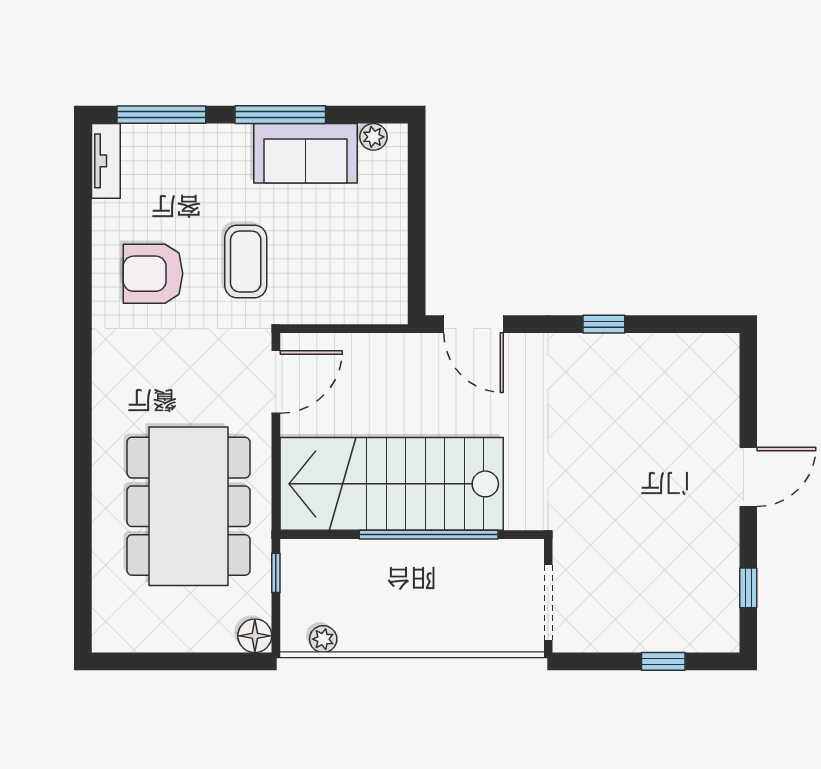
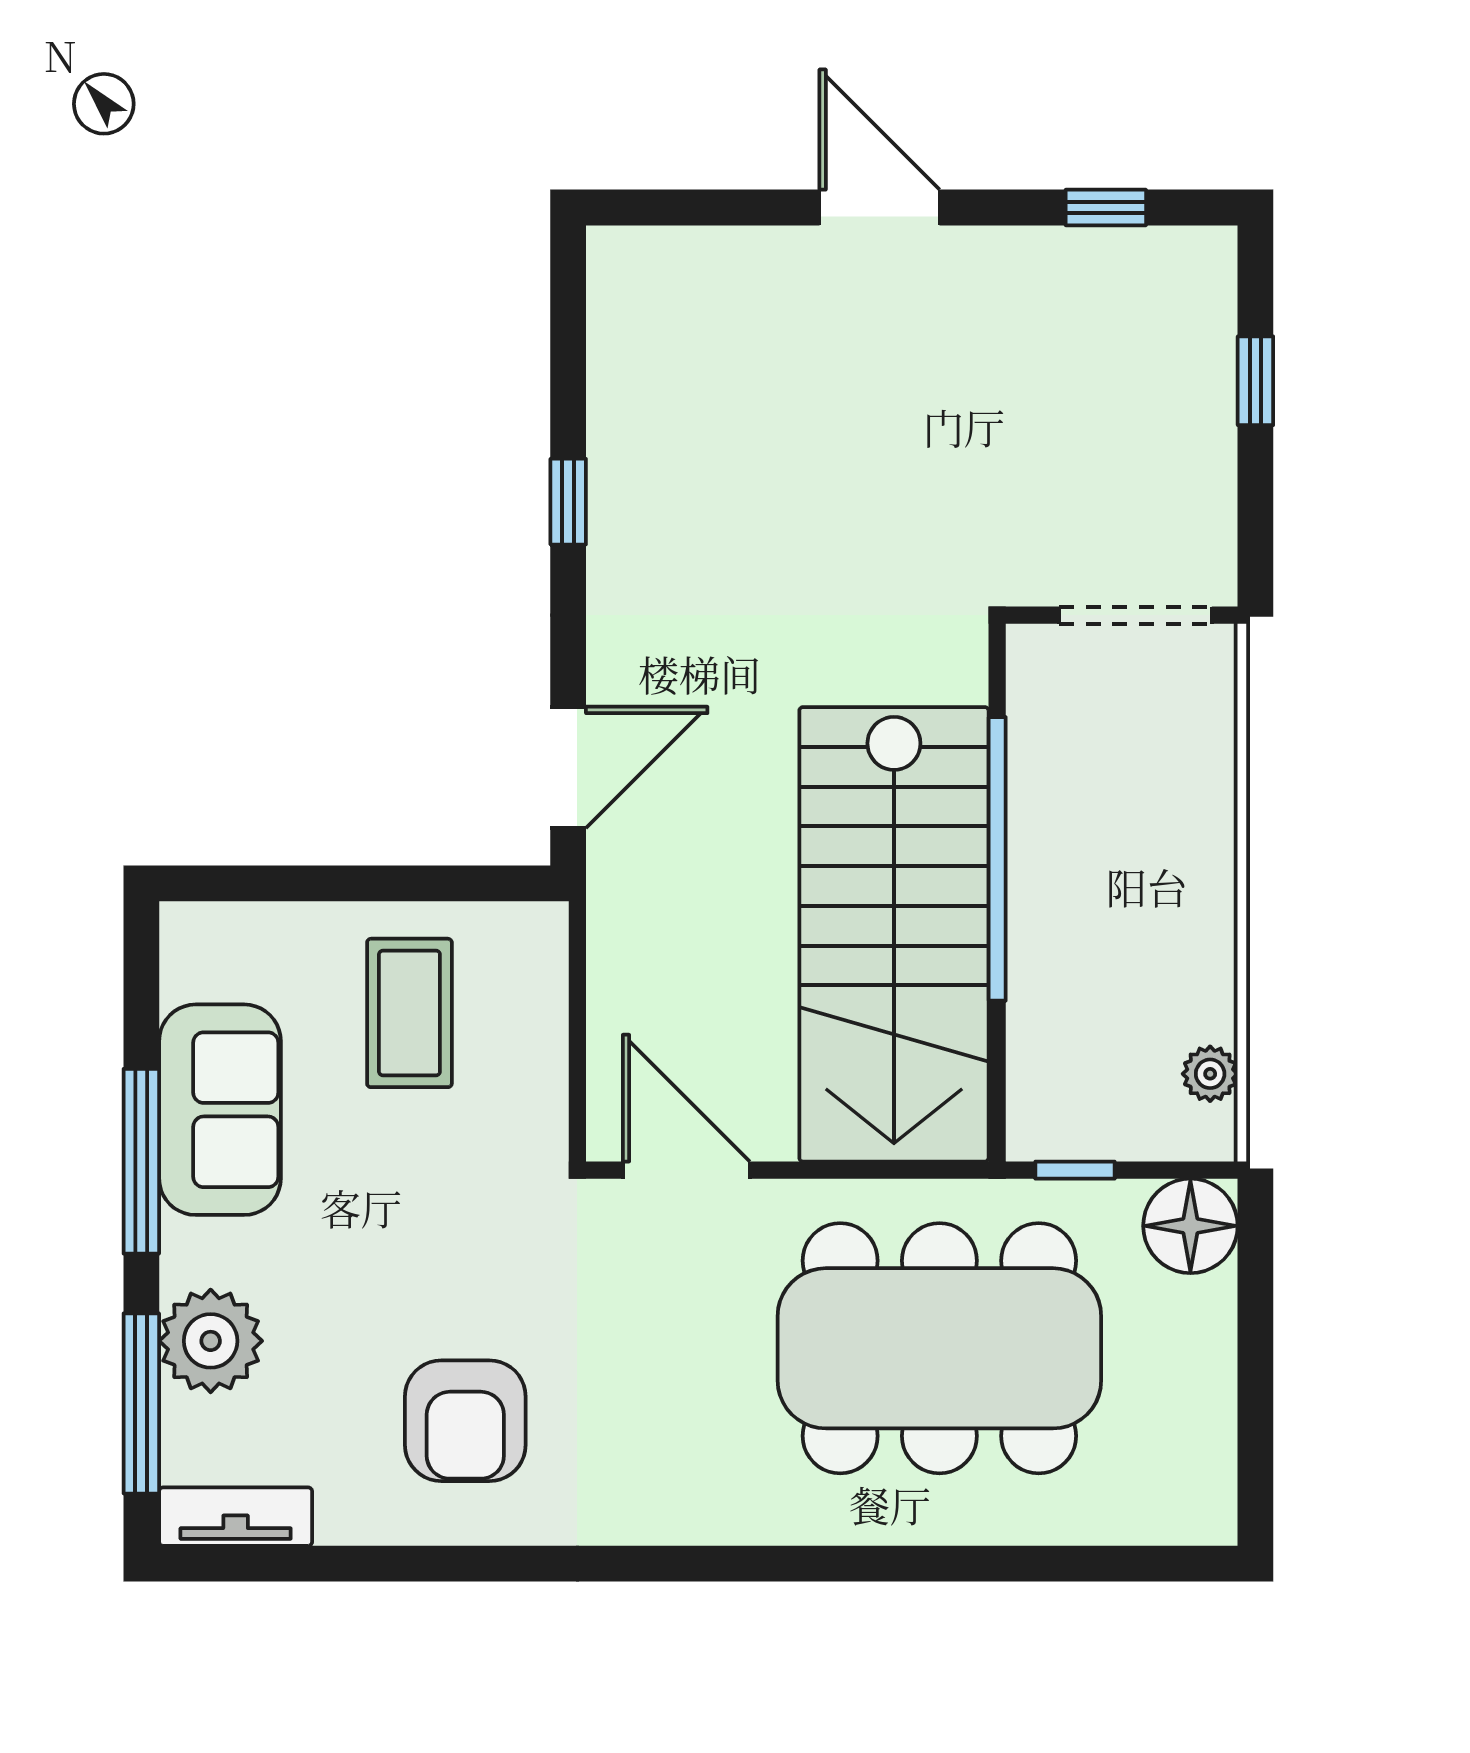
plant: (373, 137) -> (211, 1341), moved, width x1.88, depth x1.88
coffee table: (246, 261) -> (409, 1013), moved, turned 90
floor lamp: (255, 636) -> (1190, 1226), width x1.38, depth x1.38

